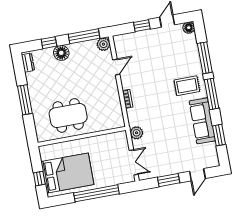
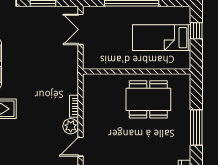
plant: (137, 133) -> (71, 126), moved
bed: (67, 173) -> (162, 38), width x0.67

